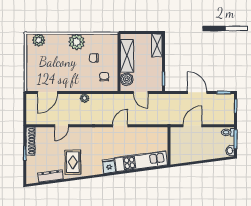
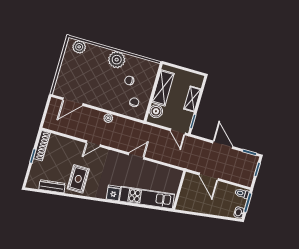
shelving: (157, 45) -> (192, 99), moved
door: (141, 92) -> (178, 132), moved
door: (62, 126) -> (93, 144), moved
door: (193, 126) -> (209, 177), swing flipped

